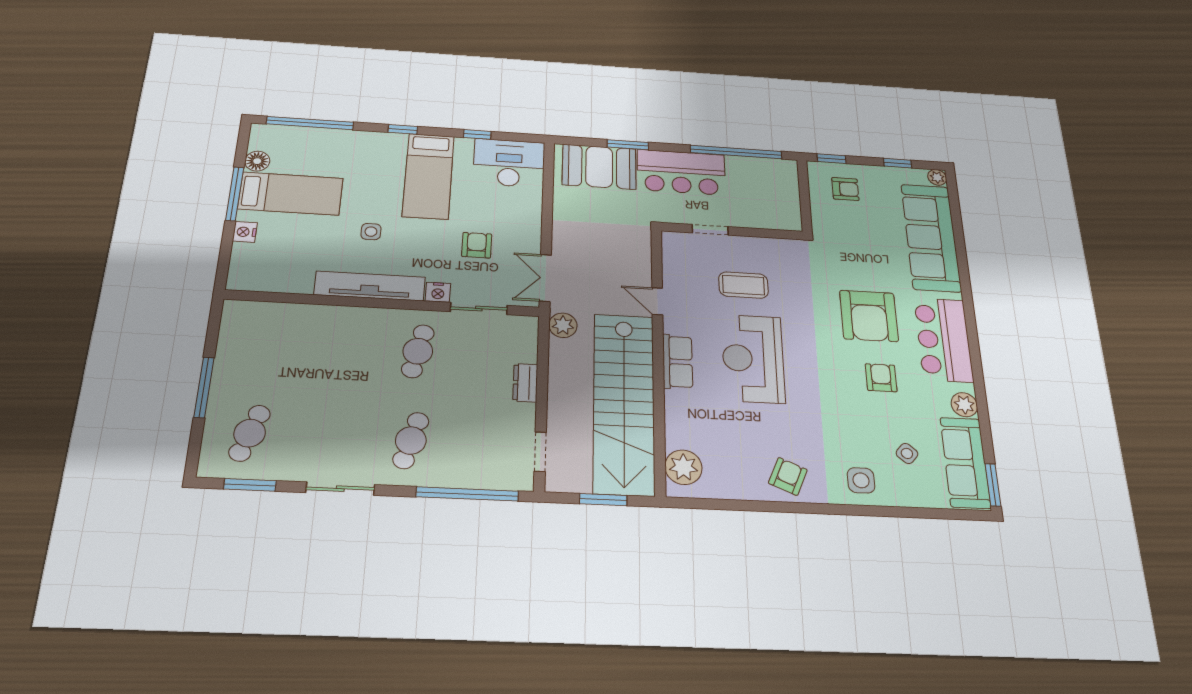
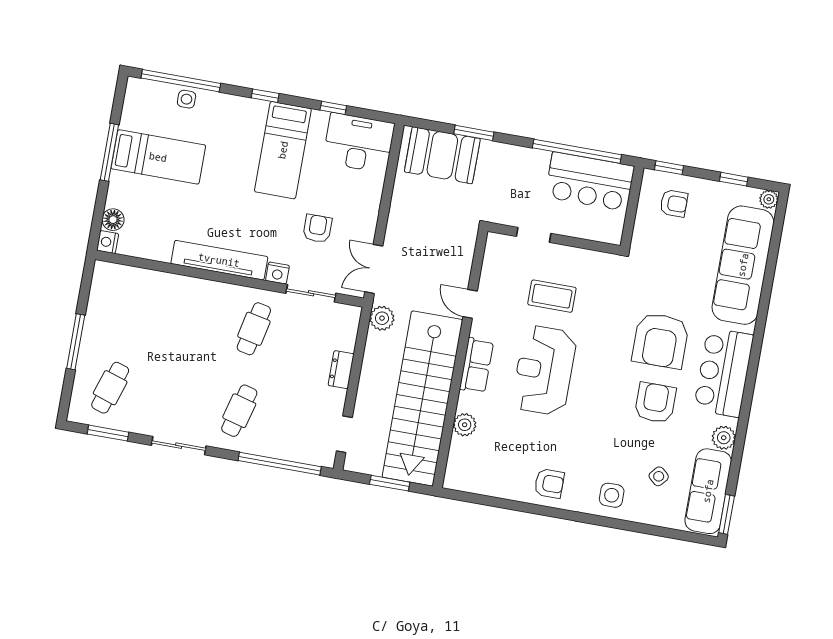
floor lamp: (257, 161) -> (113, 220), moved
bar counter: (681, 172) -> (590, 182), moved
nightstand: (245, 232) -> (108, 242), moved
side table: (371, 232) -> (186, 99), moved
armchair: (881, 378) -> (655, 403), width x1.38, depth x1.38
plant: (683, 467) -> (465, 425), moved, width x0.73, depth x0.73
armchair: (788, 476) -> (549, 483), turned 67

